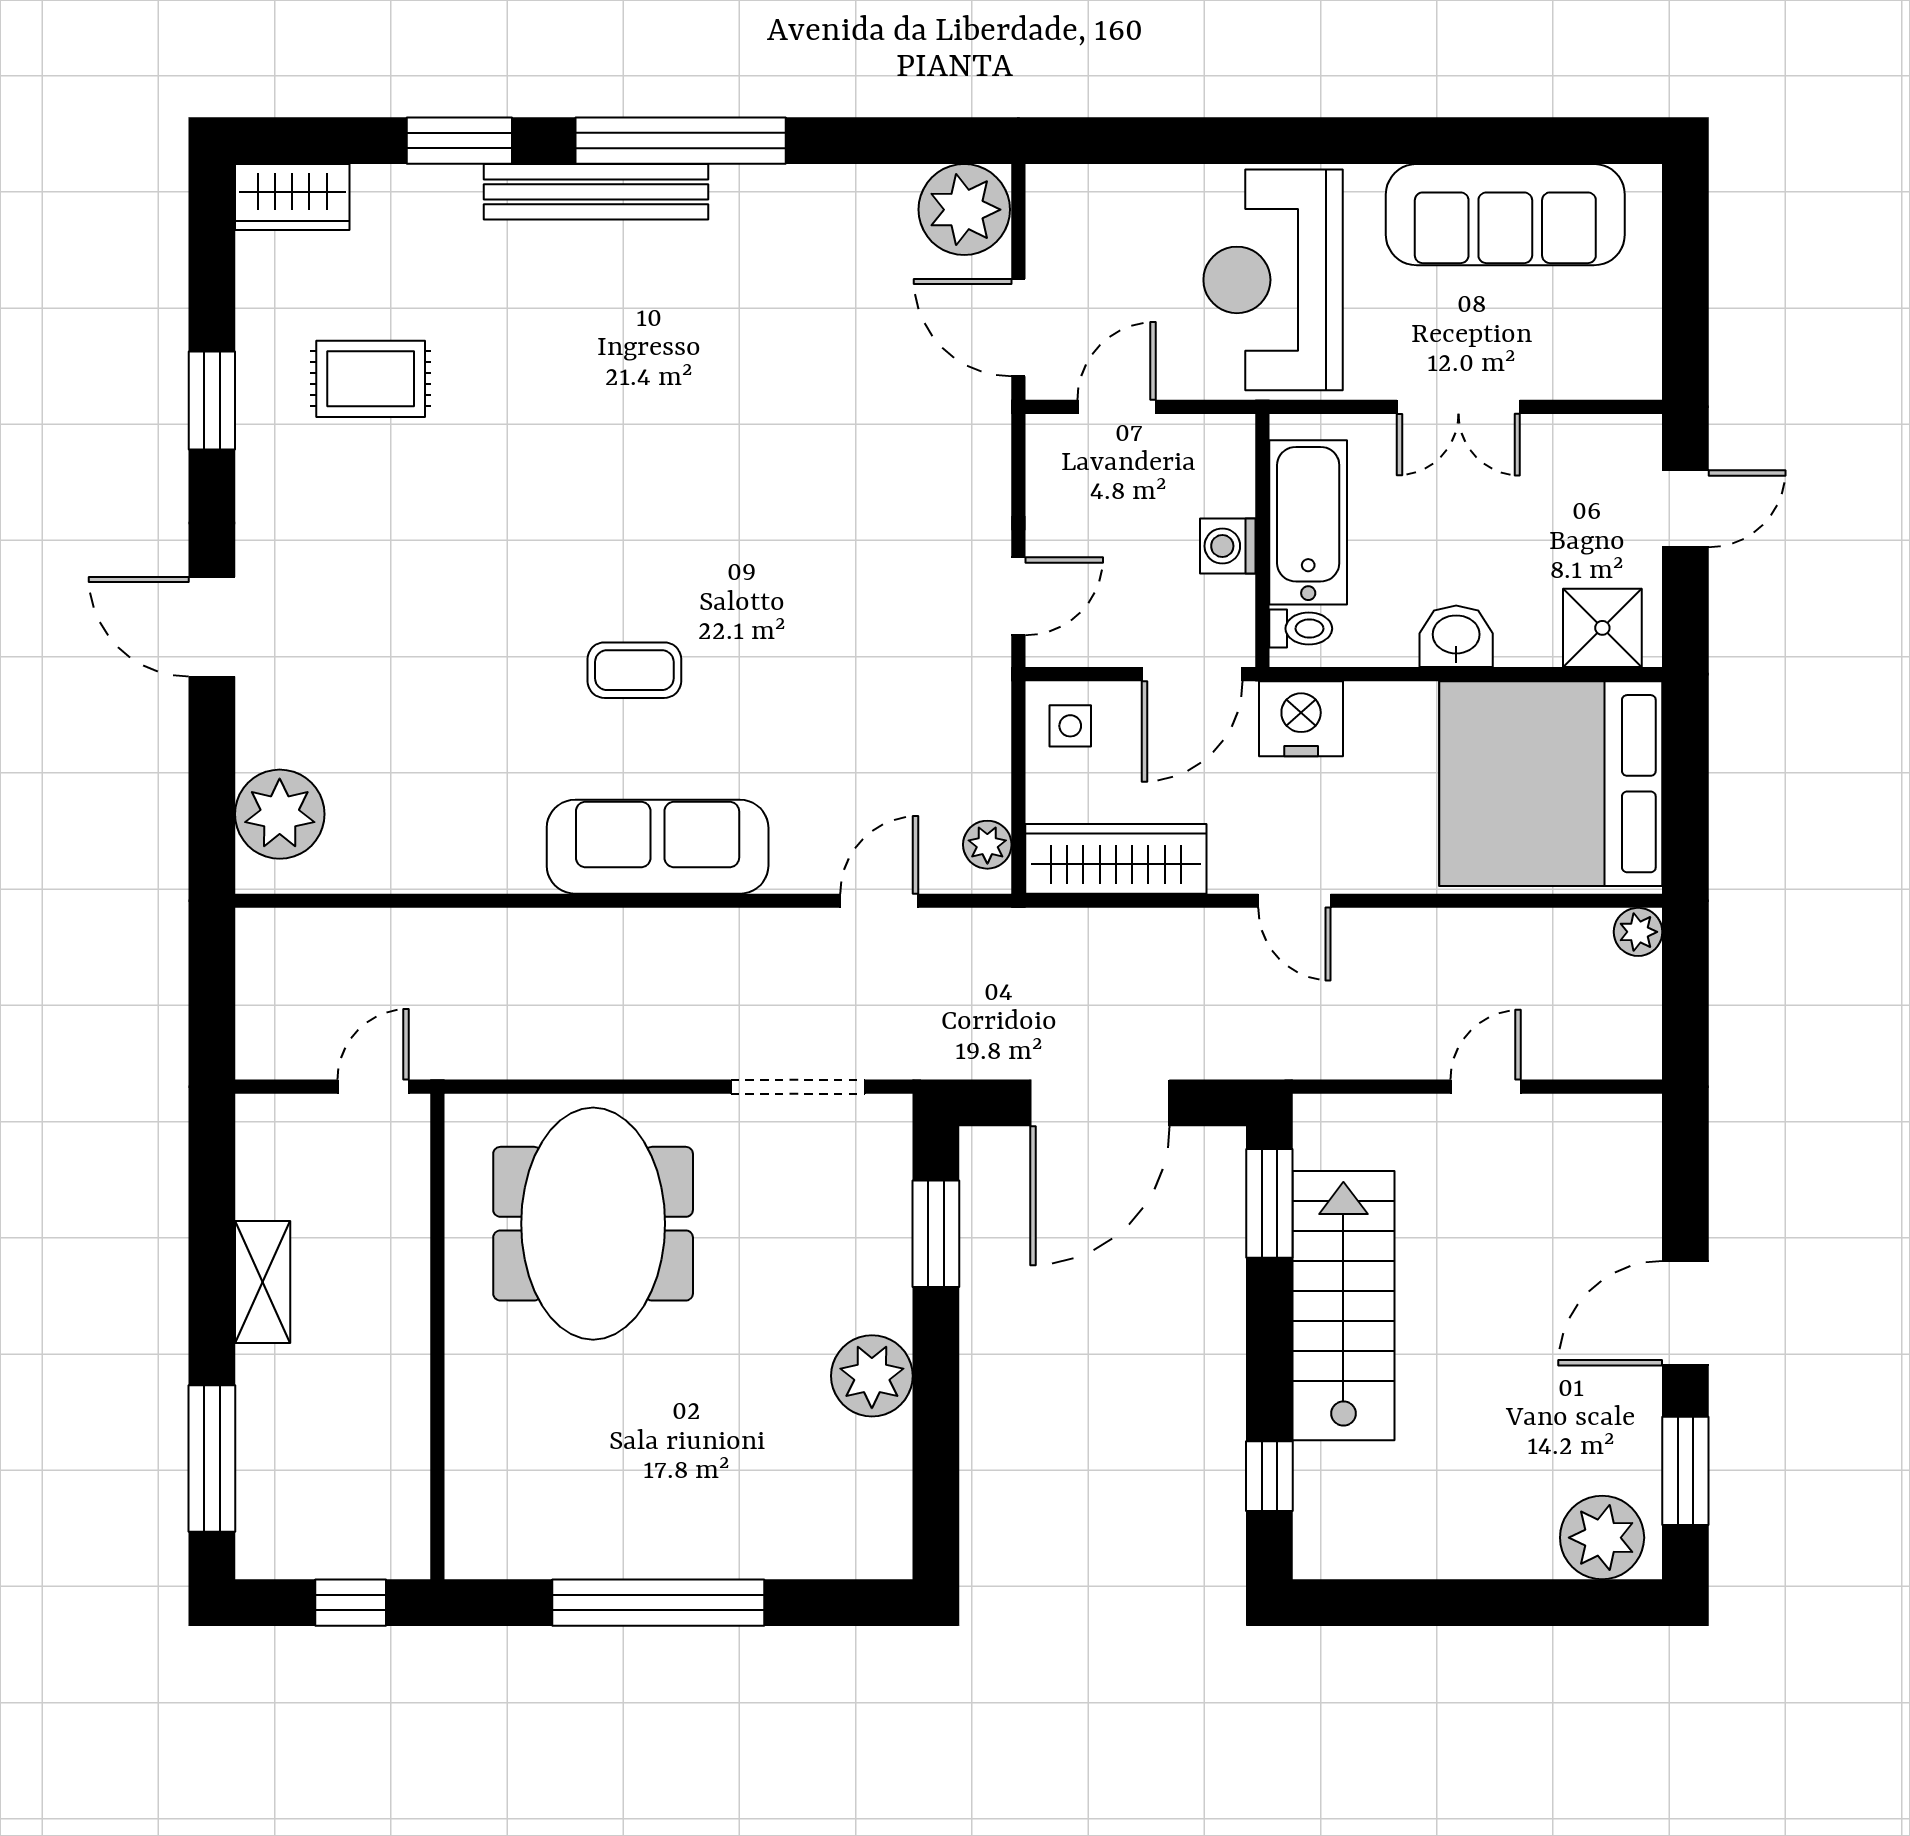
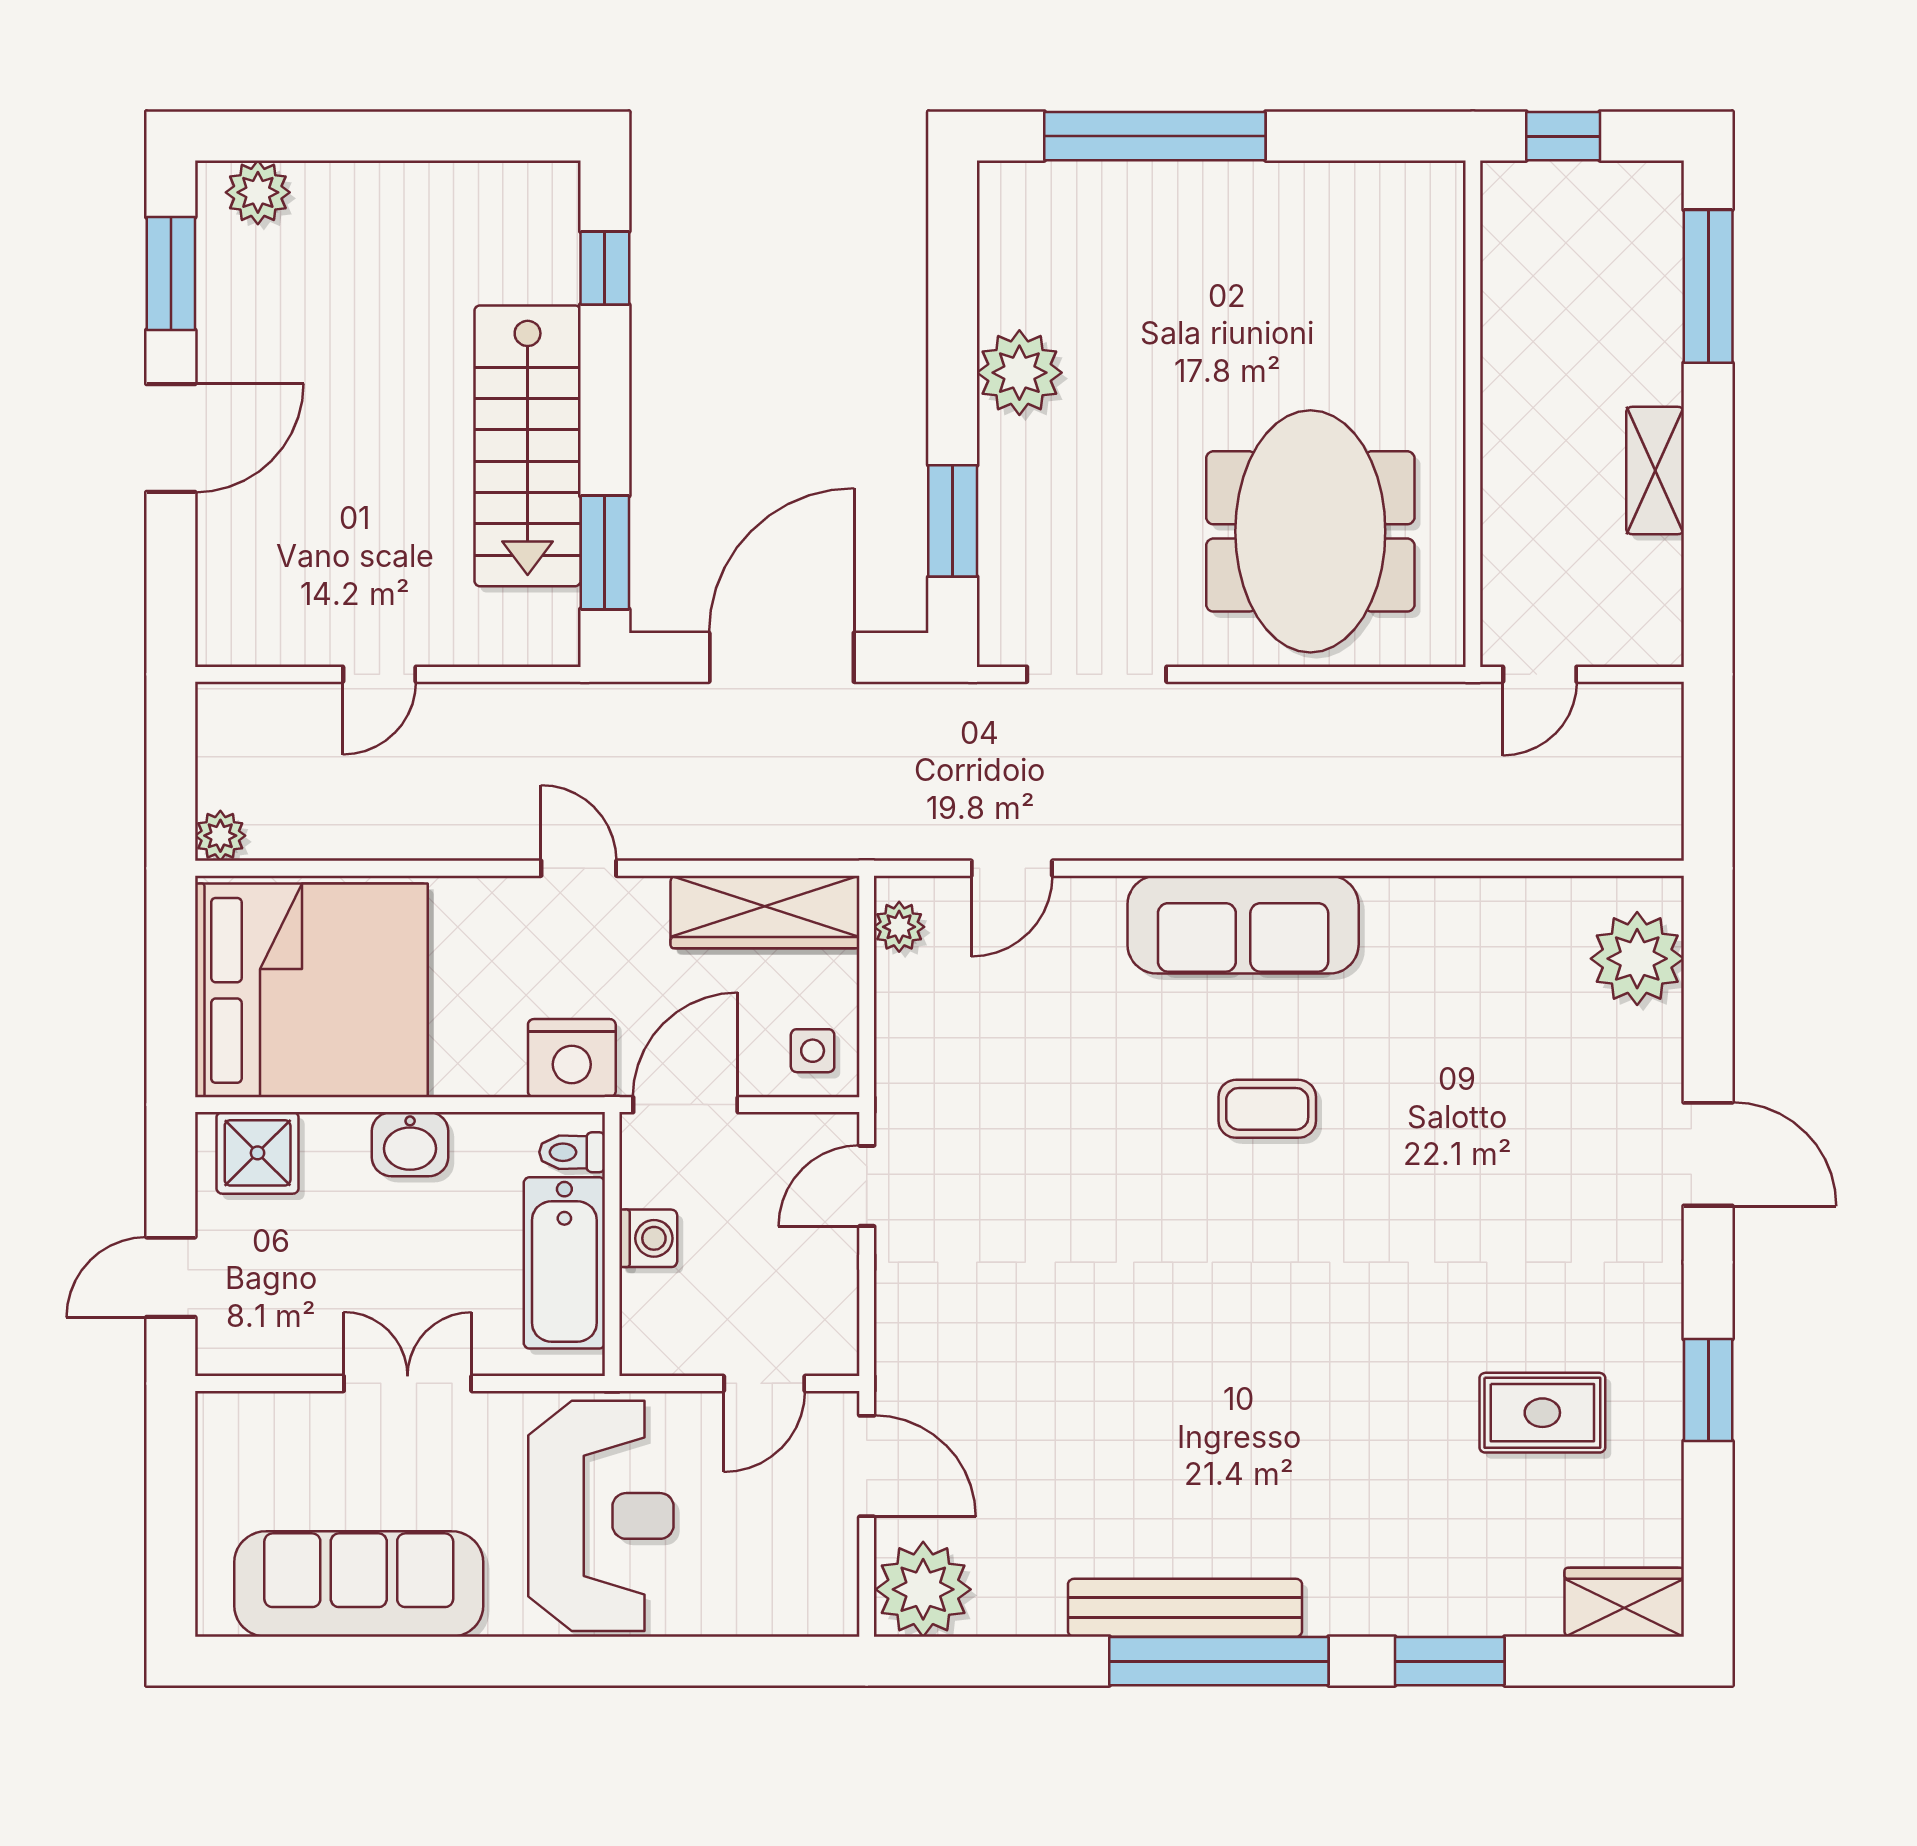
bench: (596, 192) -> (1185, 1608), moved
plant: (1602, 1538) -> (258, 192), width x0.73, depth x0.73
window: (658, 1603) -> (1155, 136), moved

